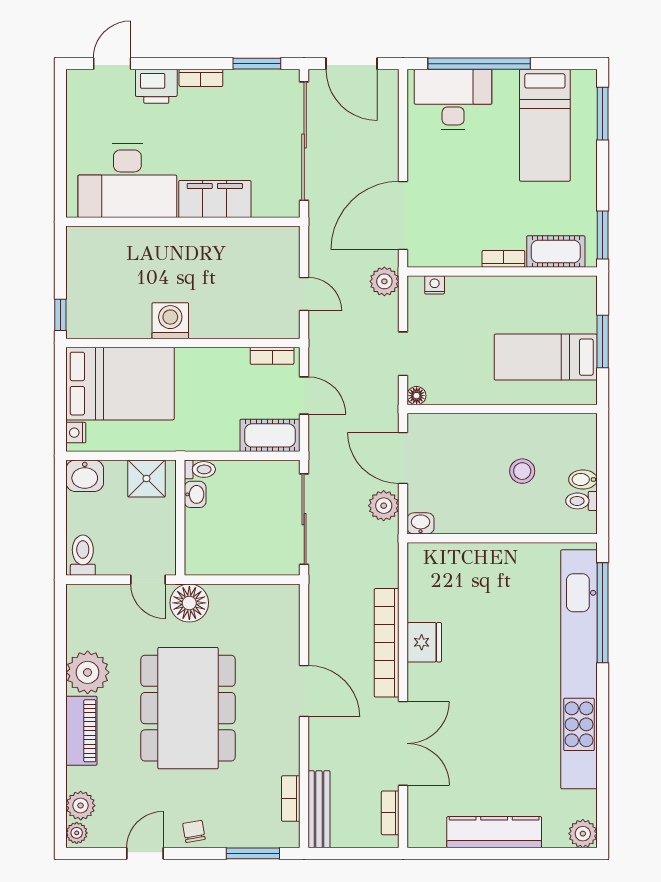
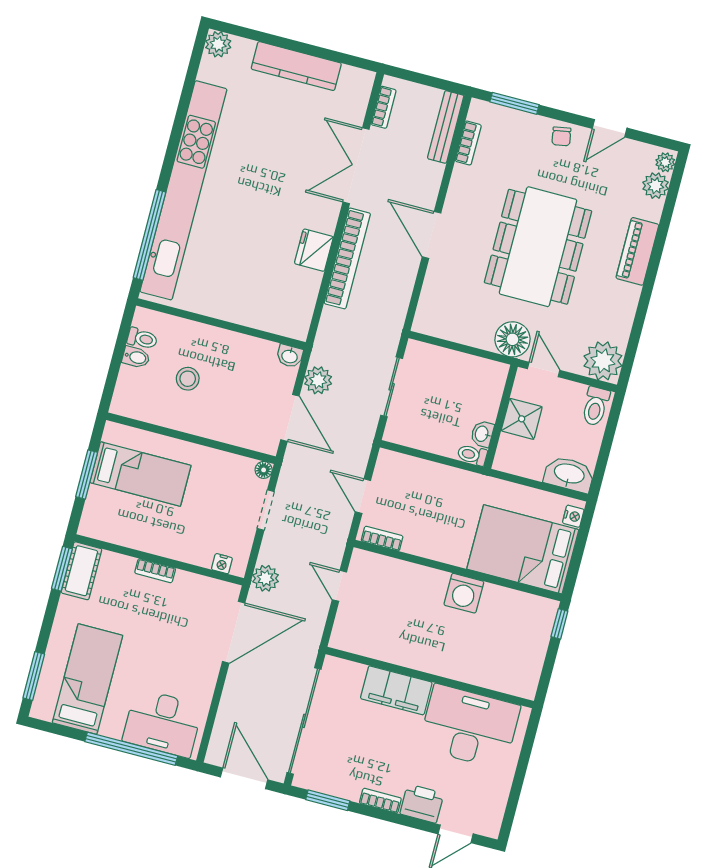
cot: (556, 251) -> (81, 571), moved, turned 90
cot: (270, 435) -> (402, 469), removed
washbasin: (85, 476) -> (569, 474), width x1.38
shower: (146, 478) -> (522, 419), moved
sliding door: (304, 519) -> (392, 387), width x0.73
plant: (88, 672) -> (603, 361), moved

